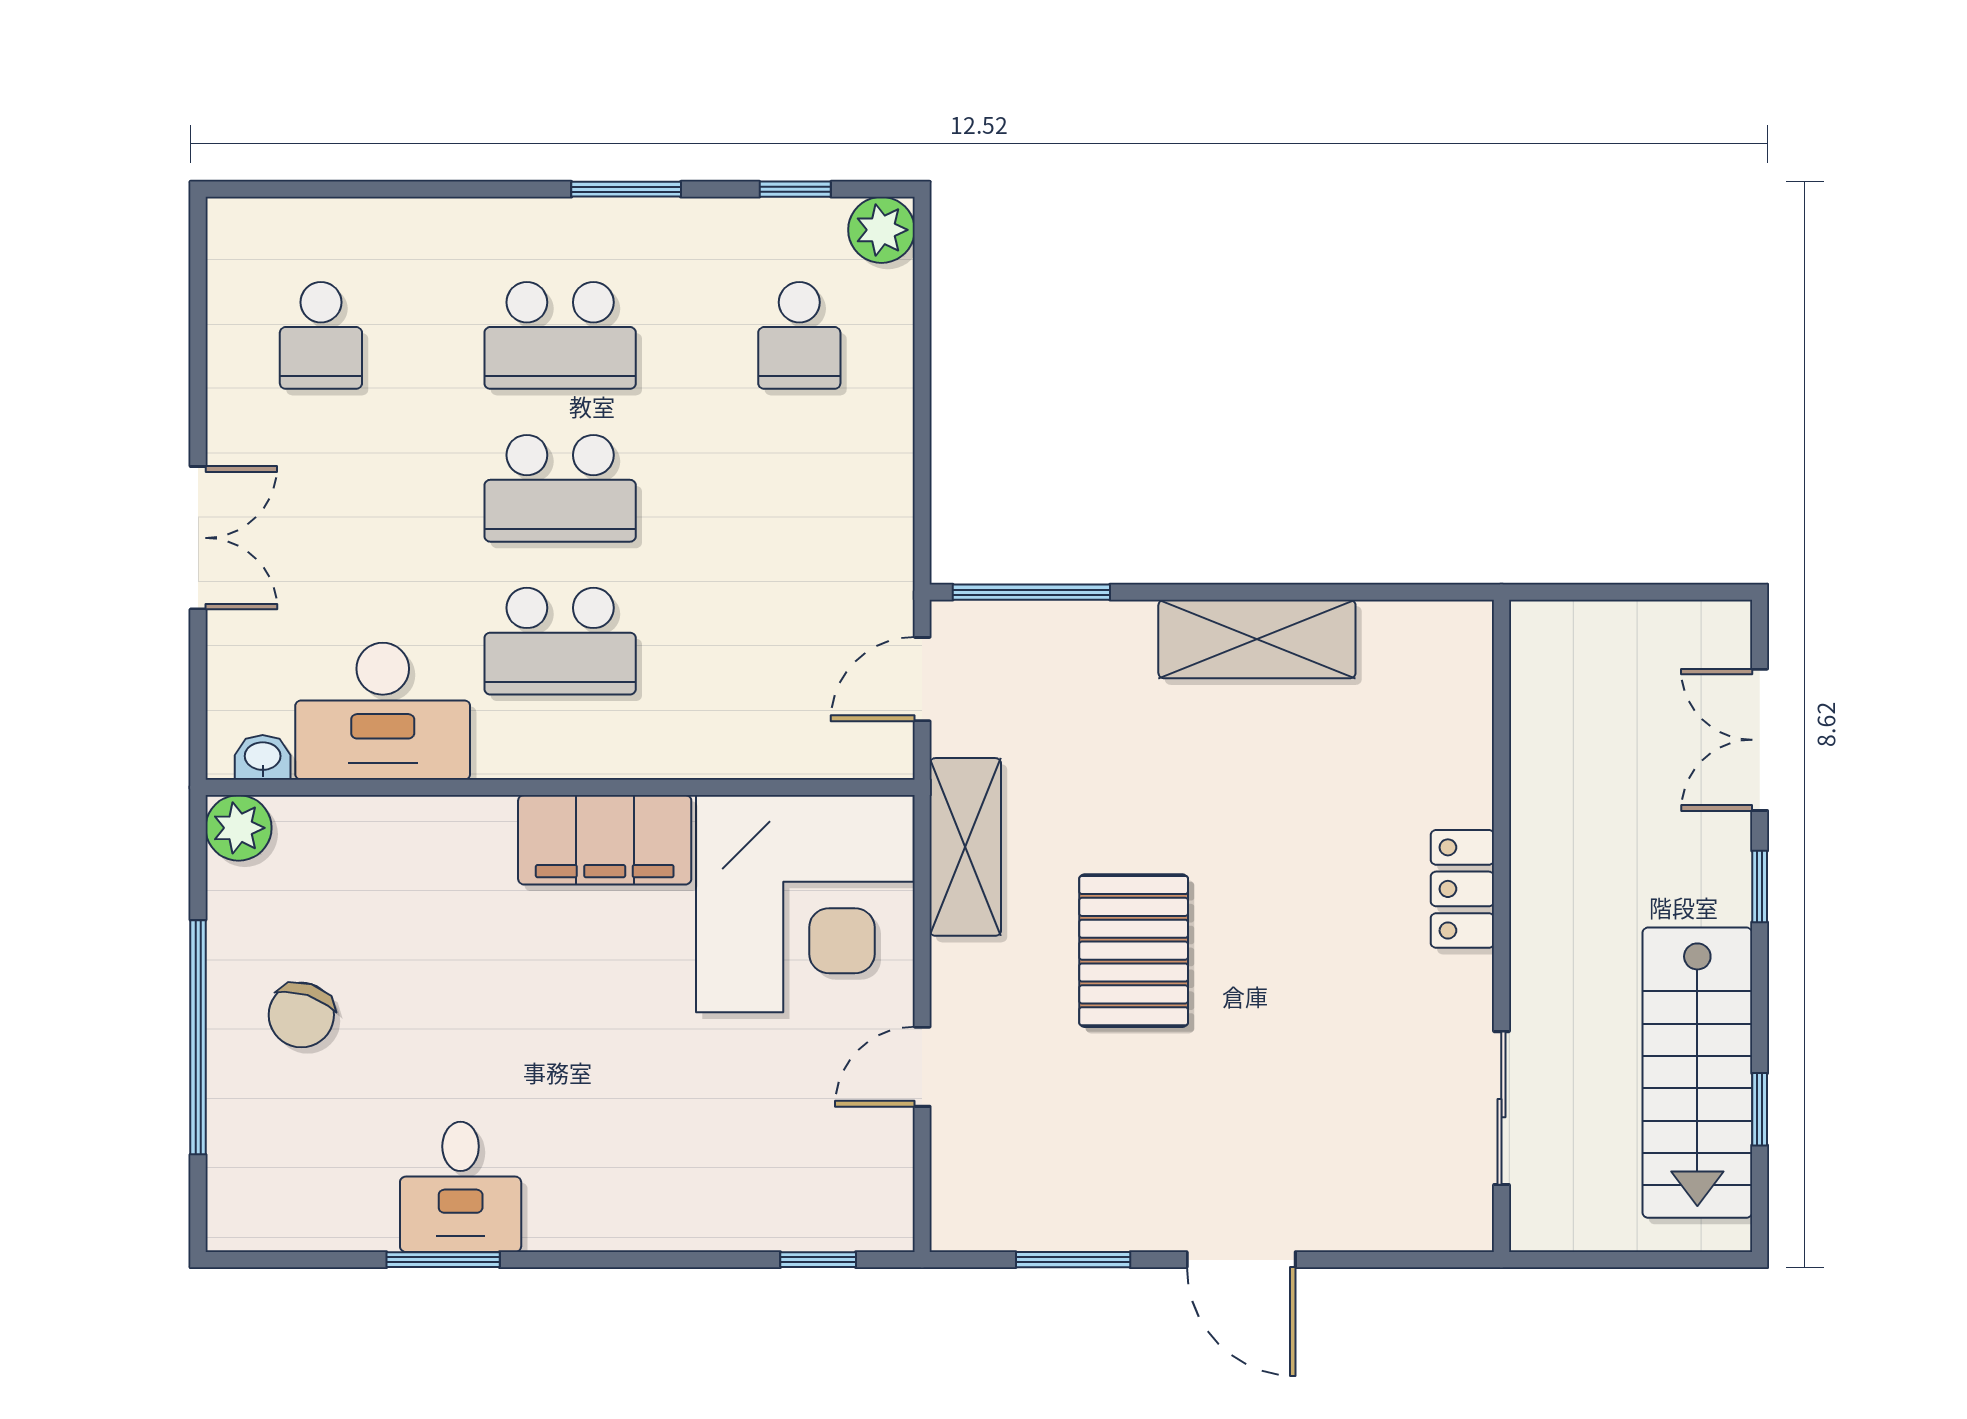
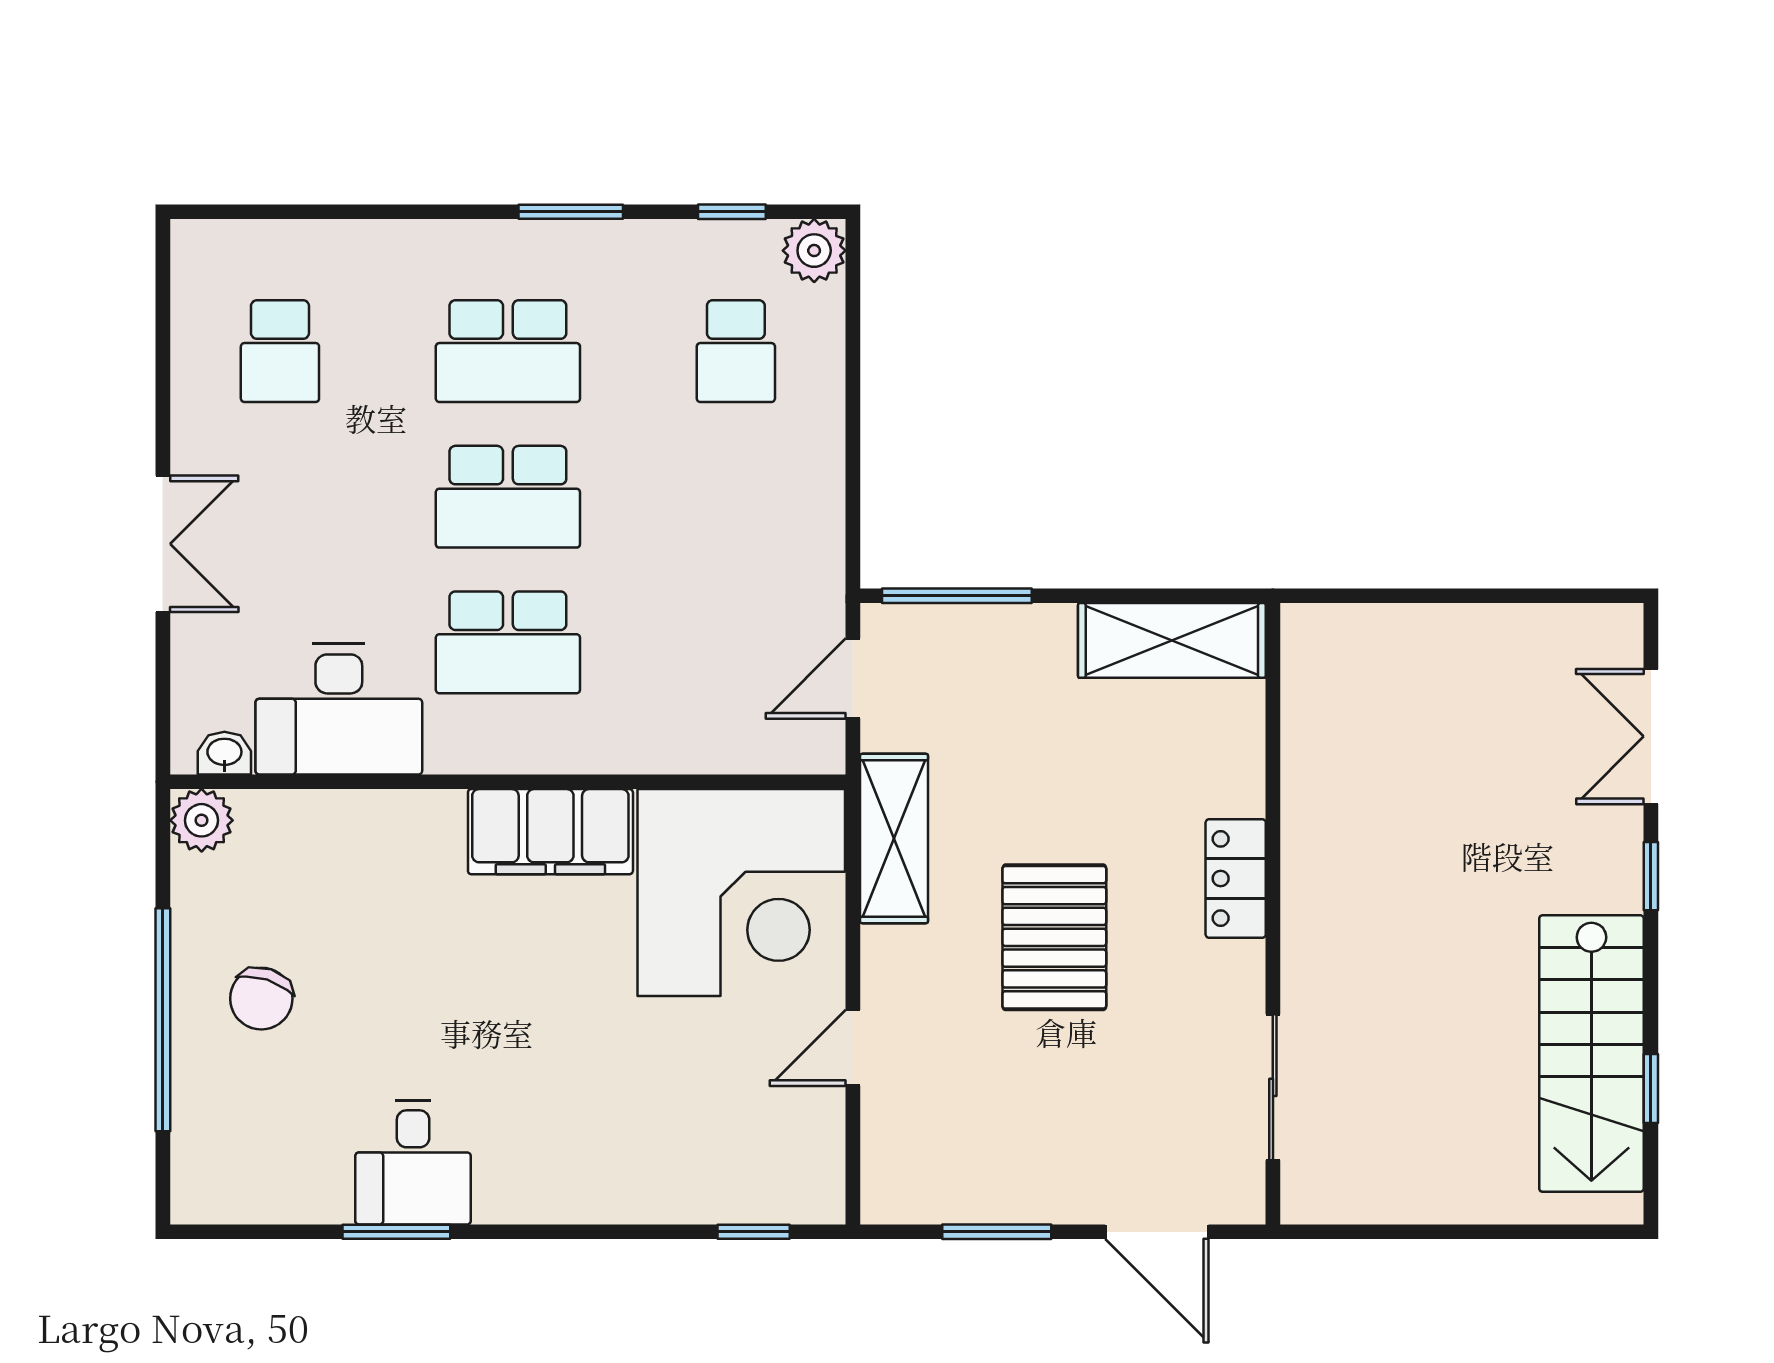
locker: (1462, 889) -> (1236, 878), moved
wall: (1501, 926) -> (1273, 914), moved
sliding door: (1501, 1108) -> (1273, 1087), moved

